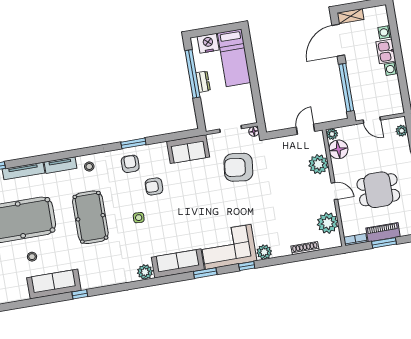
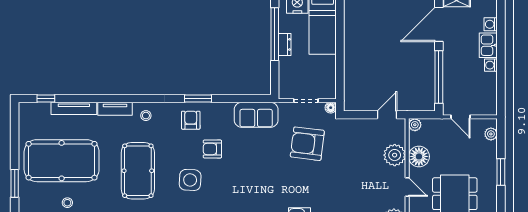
floor lamp: (338, 149) -> (419, 156), moved
side table: (139, 218) -> (190, 180), width x1.87, depth x1.87

